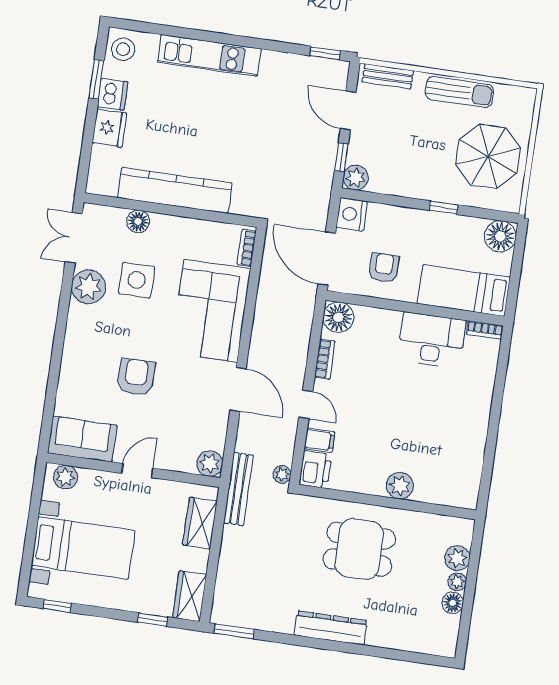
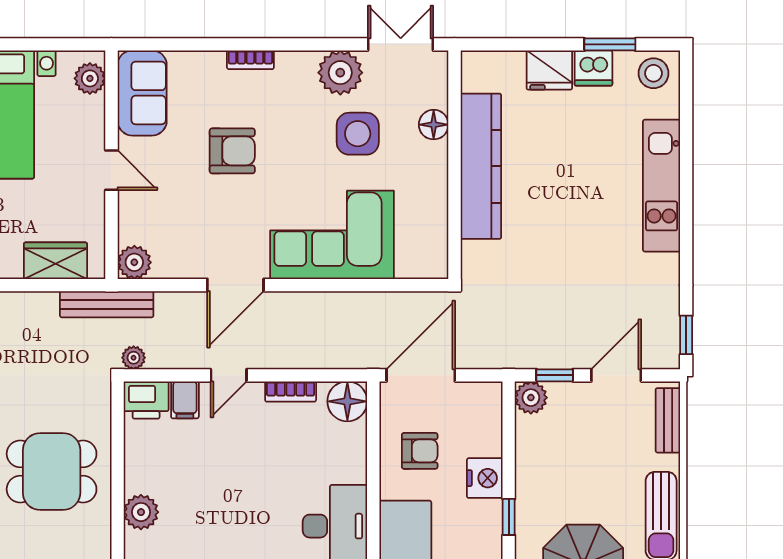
nightstand: (352, 214) -> (485, 478), moved, turned 90
bookcase: (247, 248) -> (250, 60), moved, turned 180
dining table: (359, 549) -> (52, 472), turned 90

